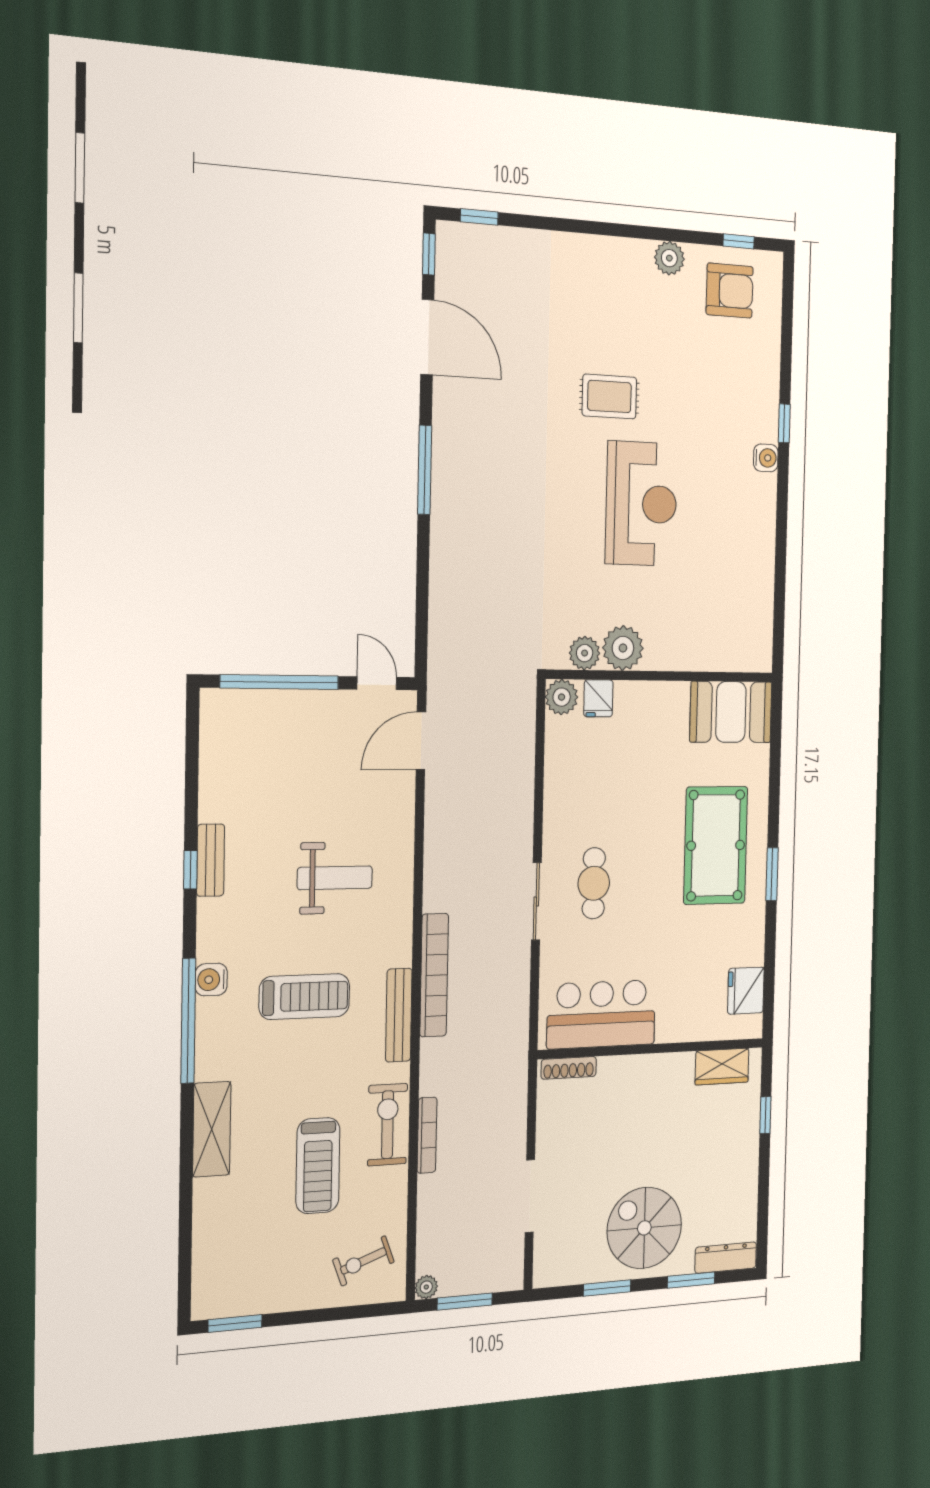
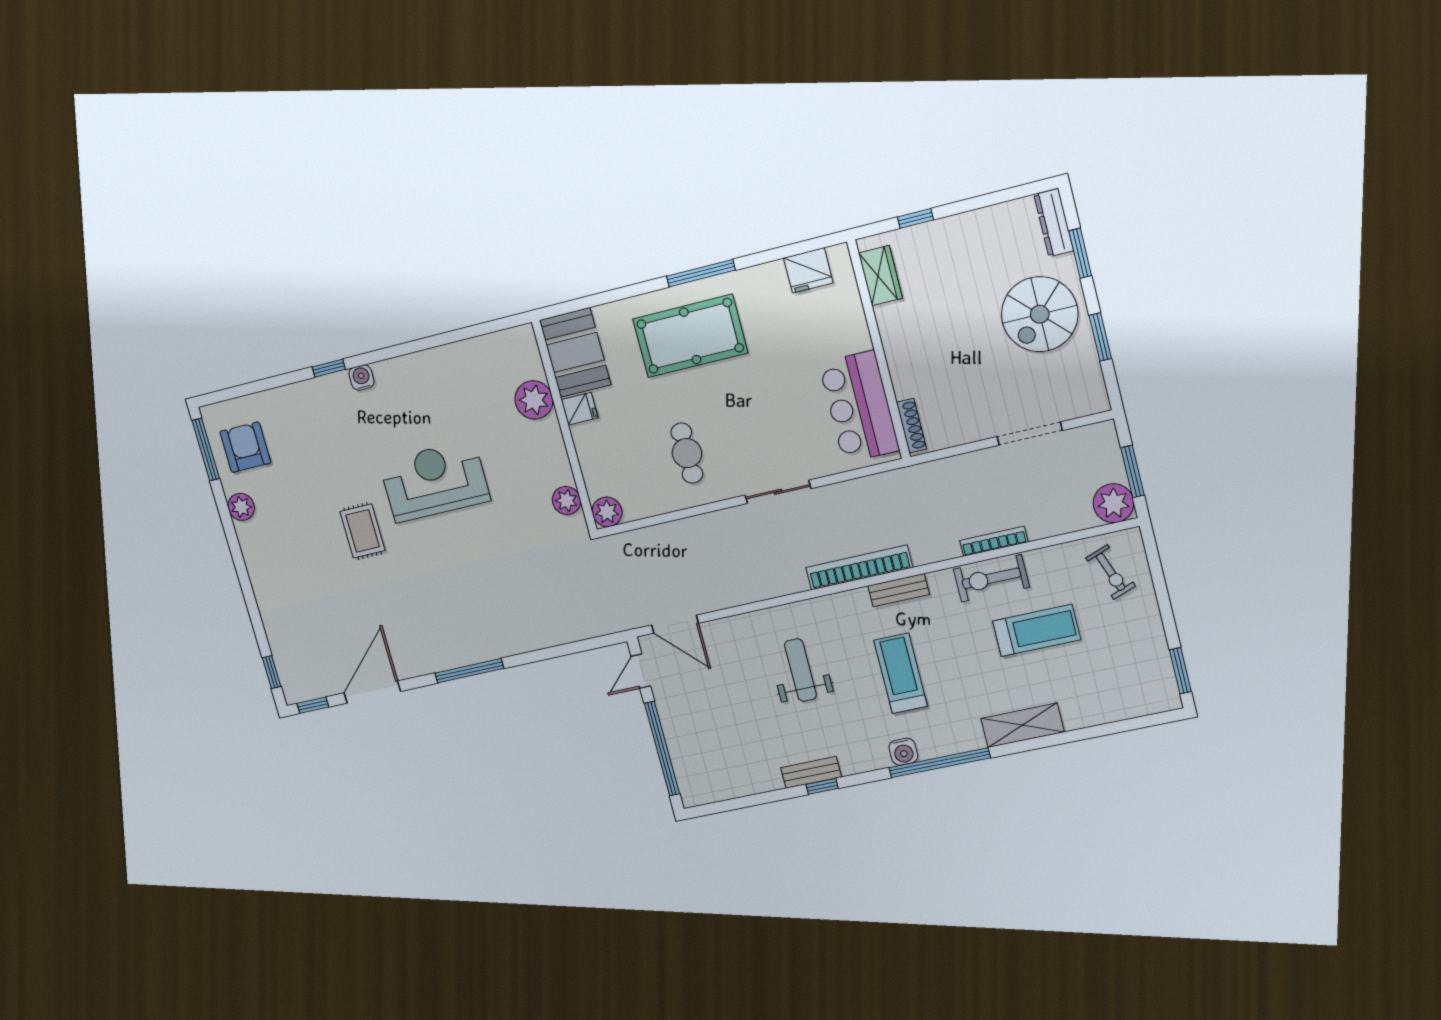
window: (739, 241) -> (206, 450), width x2.17
plant: (623, 648) -> (534, 400), moved
fridge: (598, 698) -> (580, 409), moved
window: (772, 874) -> (701, 273), width x1.44
cafe table: (594, 883) -> (687, 453), moved, turned 90
bench: (399, 1015) -> (899, 590), width x0.73
plant: (426, 1287) -> (1114, 503), width x1.88, depth x1.88

